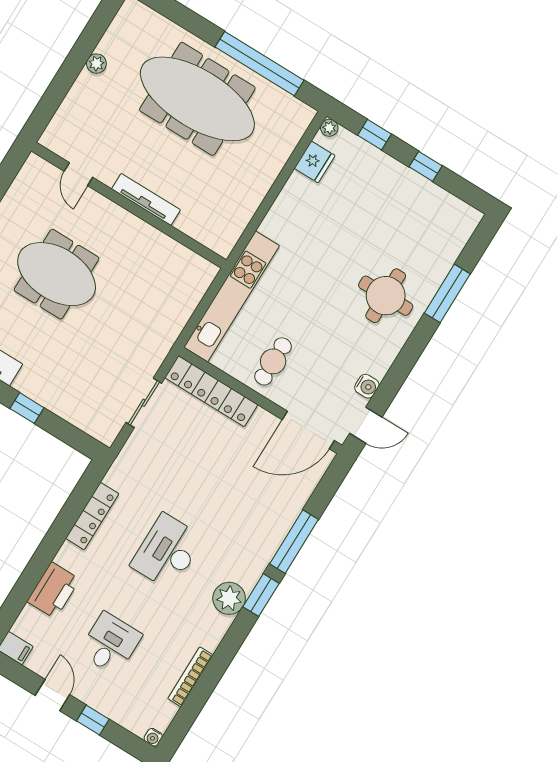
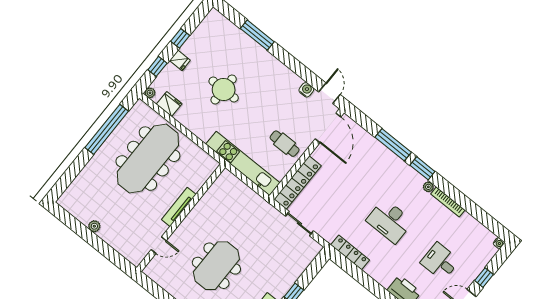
meeting table: (197, 99) -> (148, 159), moved
fridge: (389, 171) -> (180, 60), added
round table: (386, 296) -> (224, 90), moved
locker: (92, 516) -> (350, 252), moved
plant: (229, 598) -> (428, 187), width x0.53, depth x0.53
bookcase: (190, 677) -> (448, 202), moved

